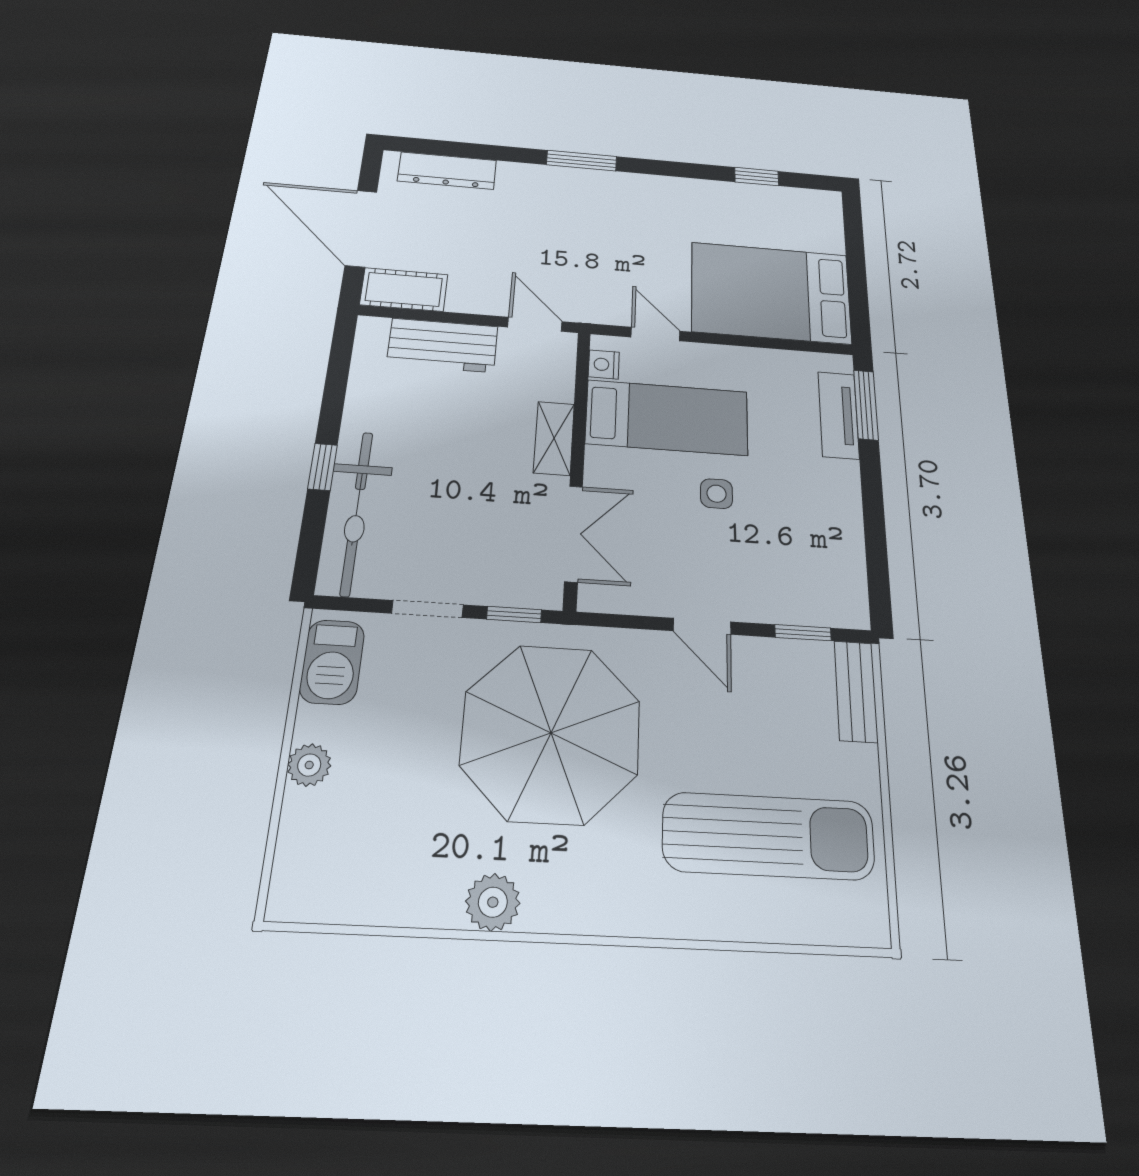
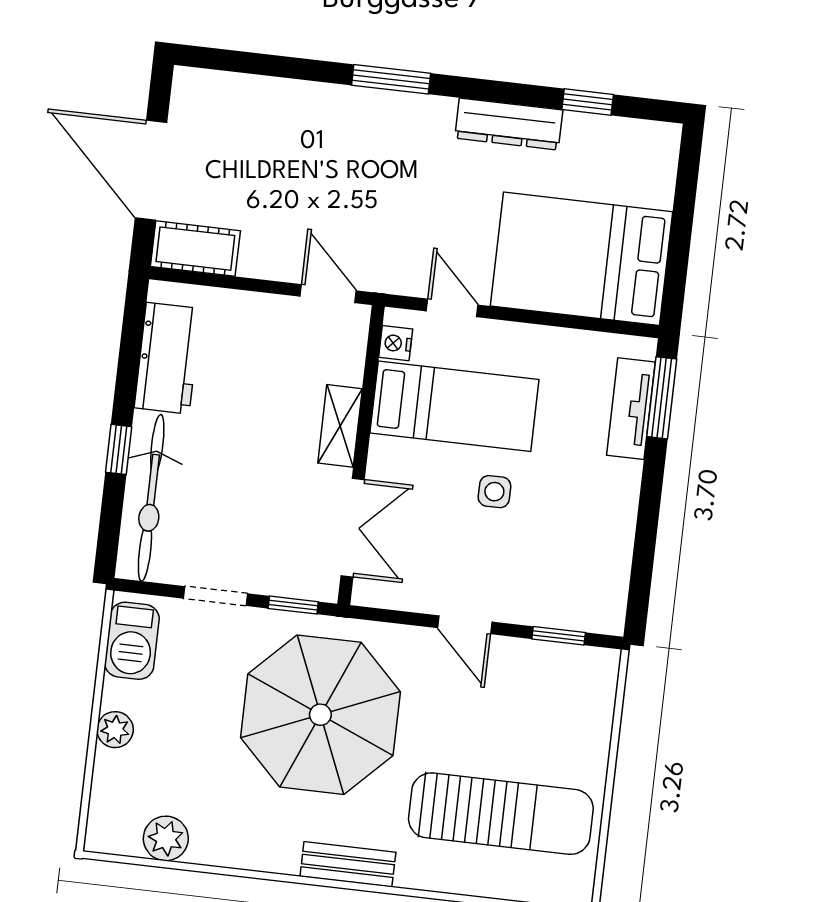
dresser: (447, 171) -> (509, 124), moved
workbench: (443, 345) -> (168, 358), moved, turned -90
bench: (856, 691) -> (348, 864), moved, turned 90
plant: (493, 902) -> (166, 838), moved

